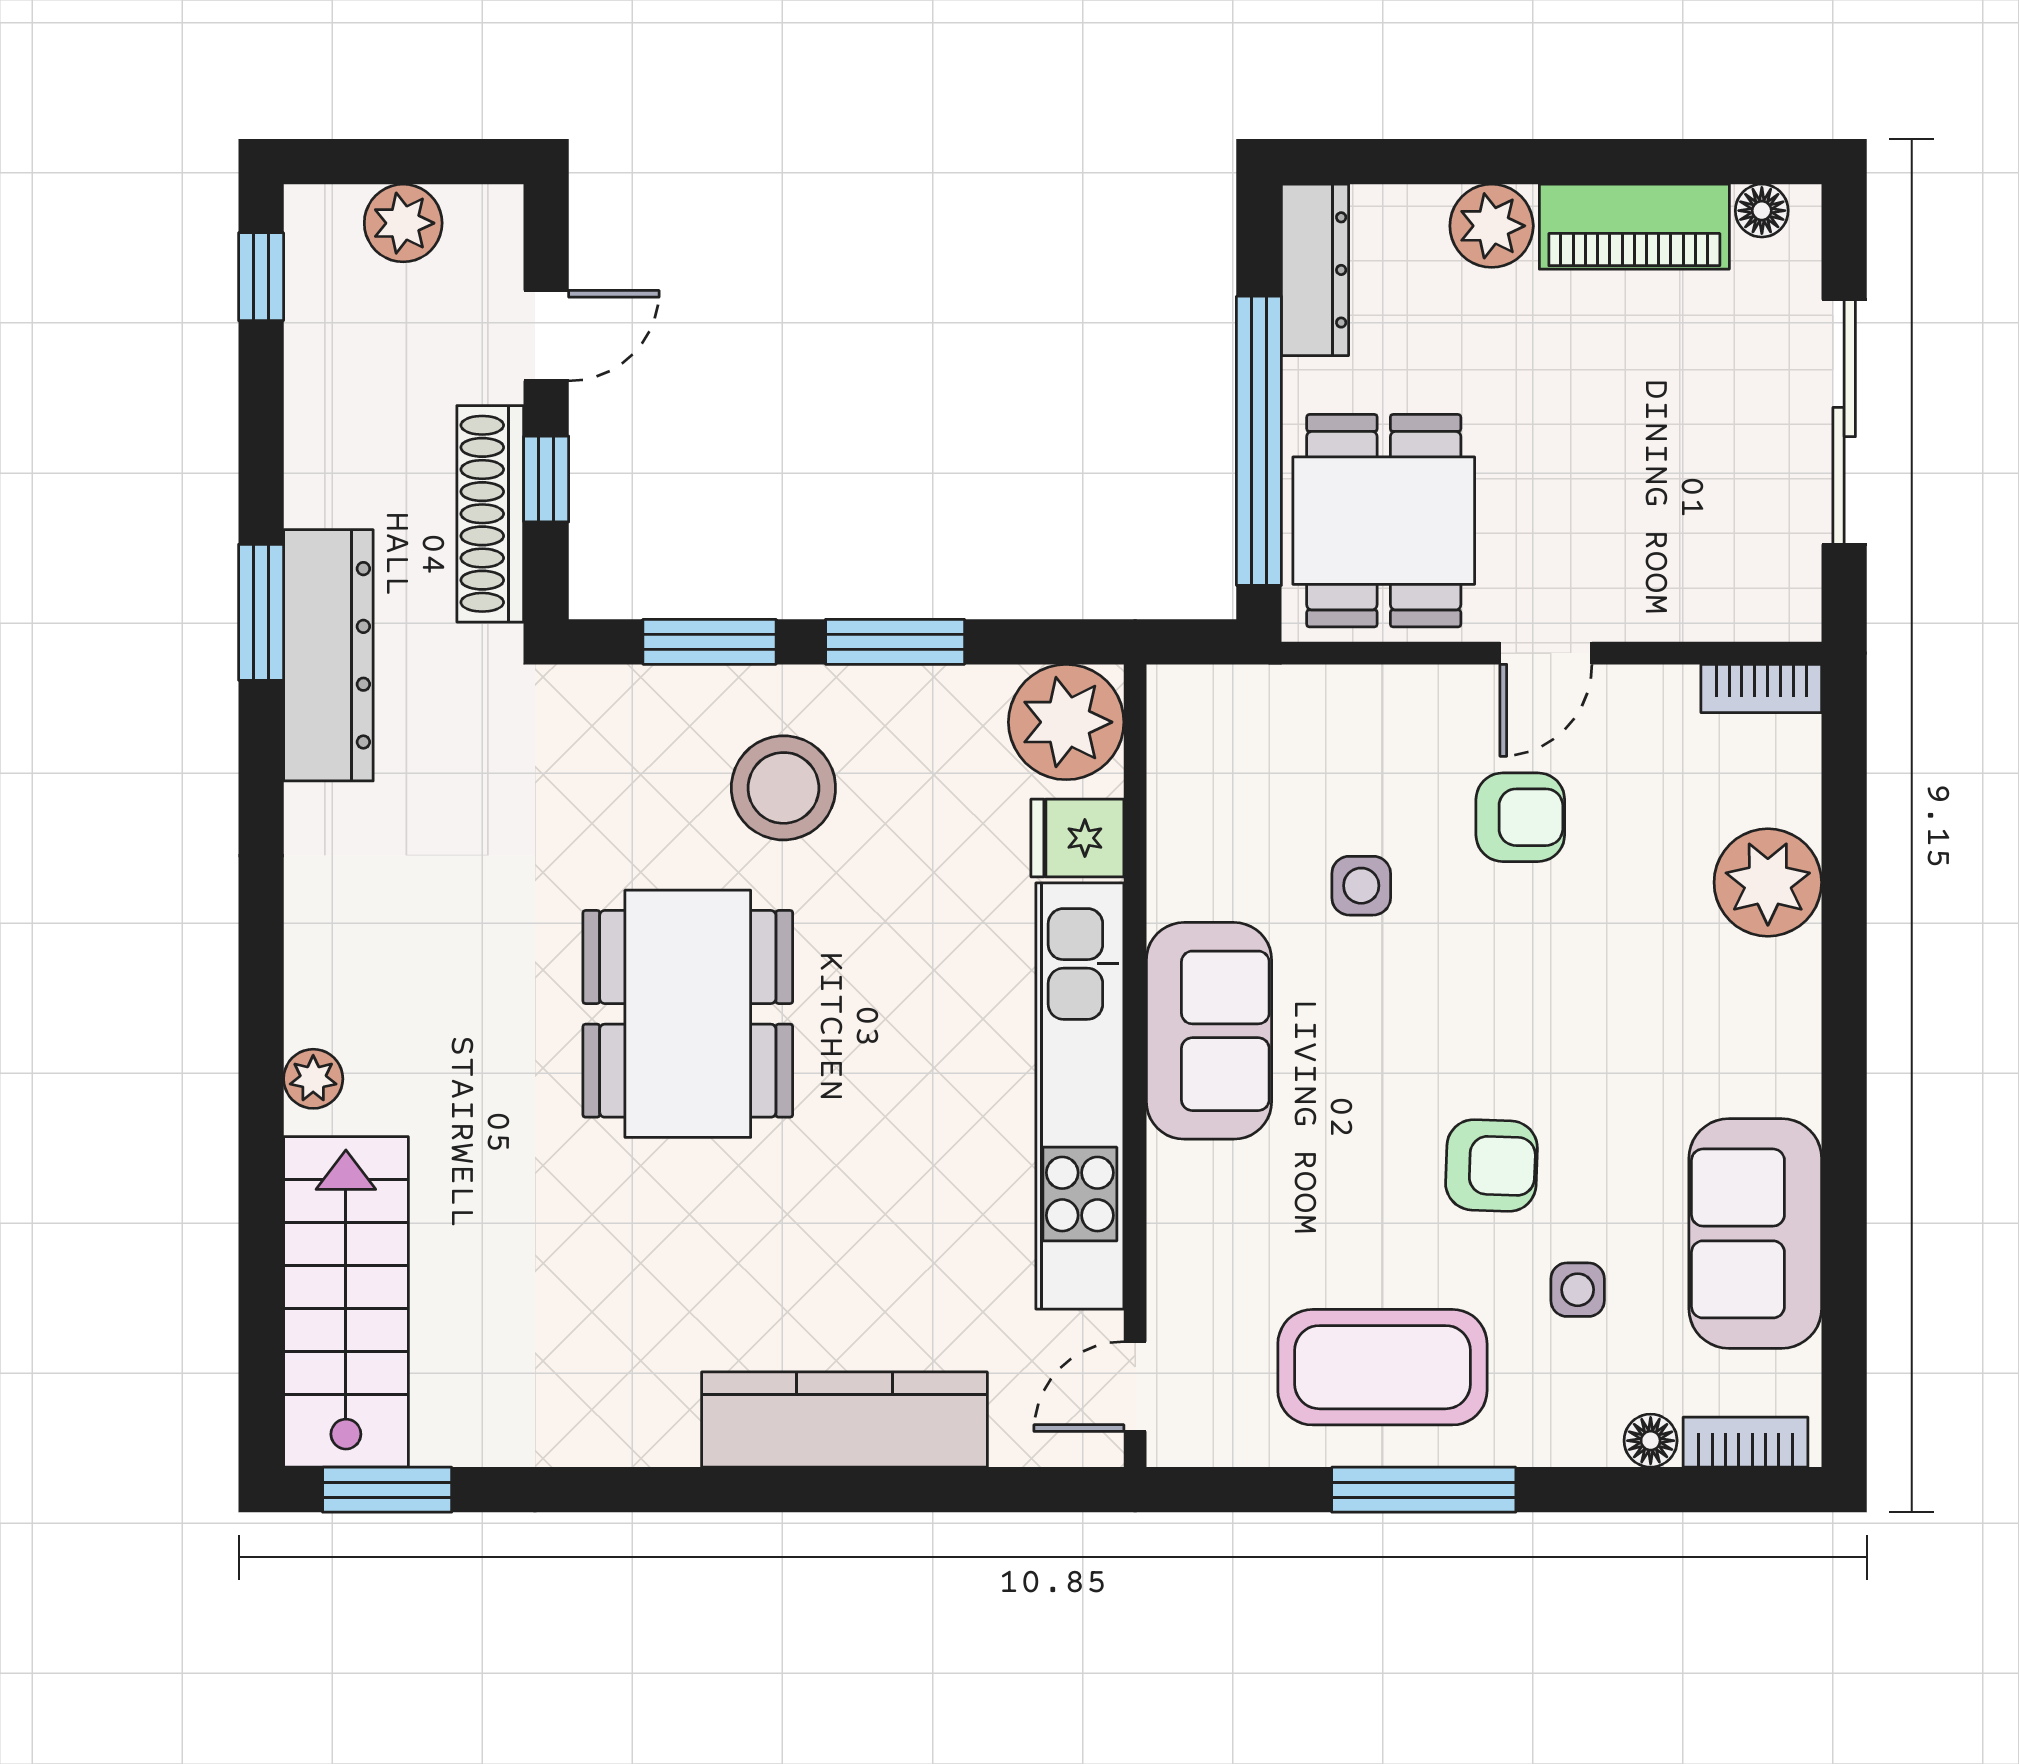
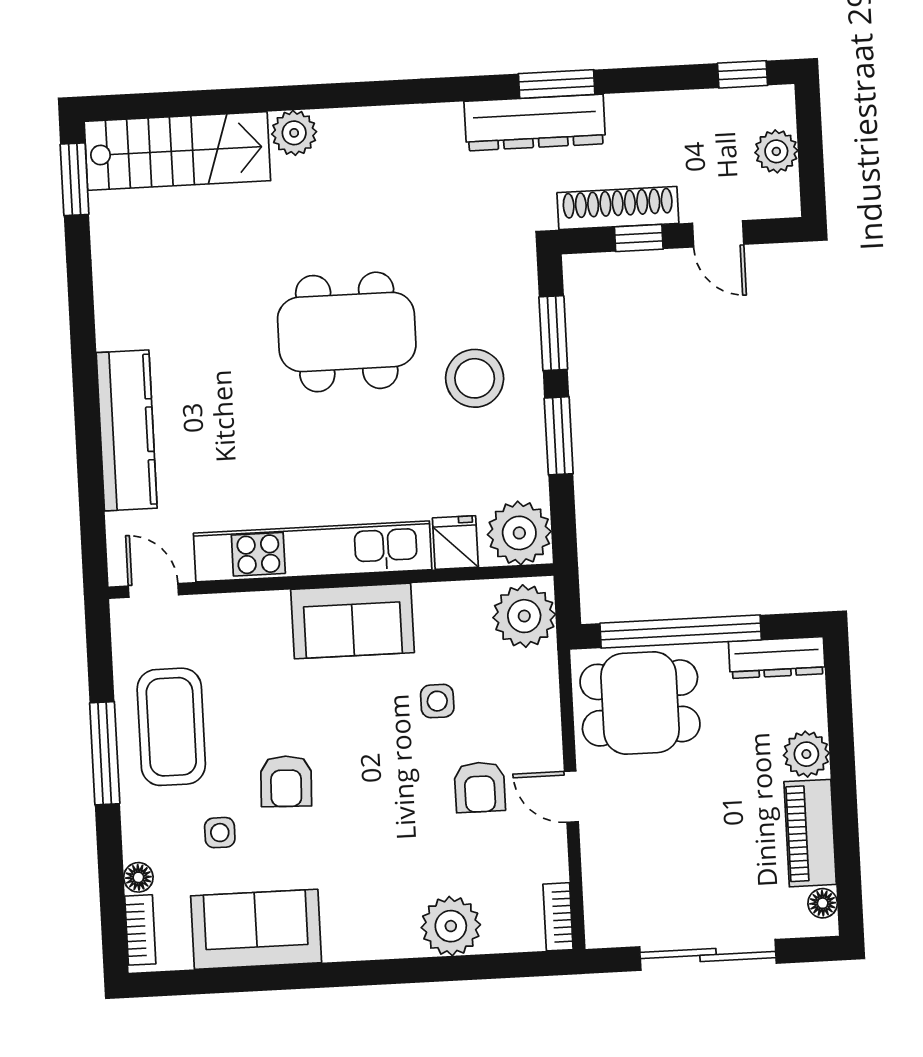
plant: (1216, 721) -> (524, 616), added
plant: (313, 1079) -> (294, 133), width x1.38, depth x1.38

